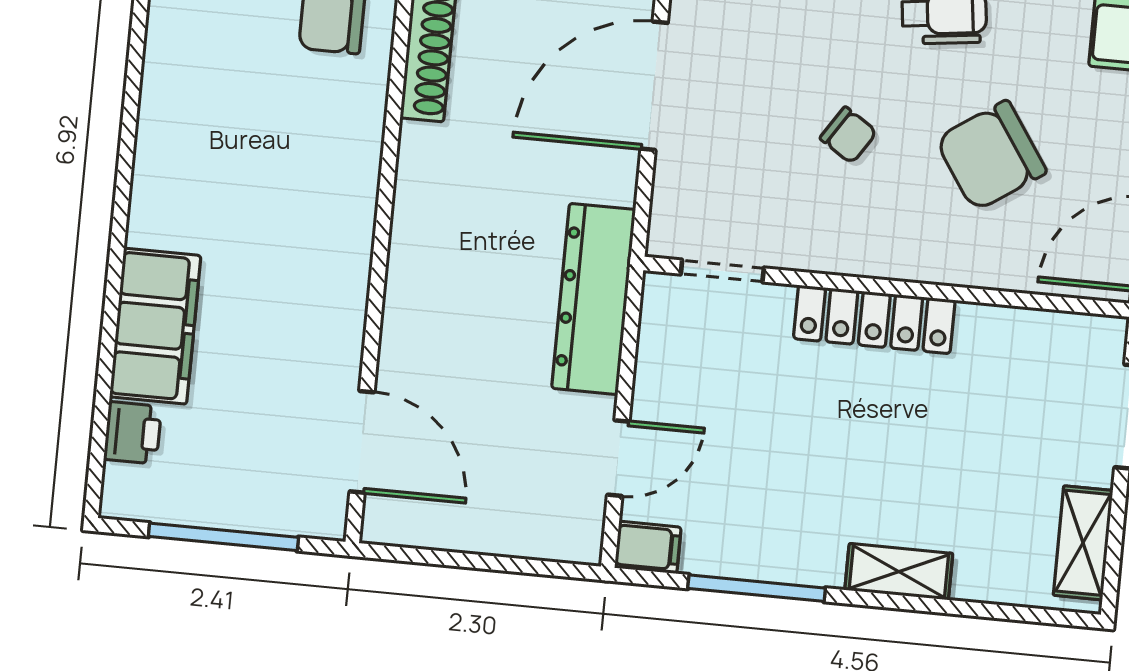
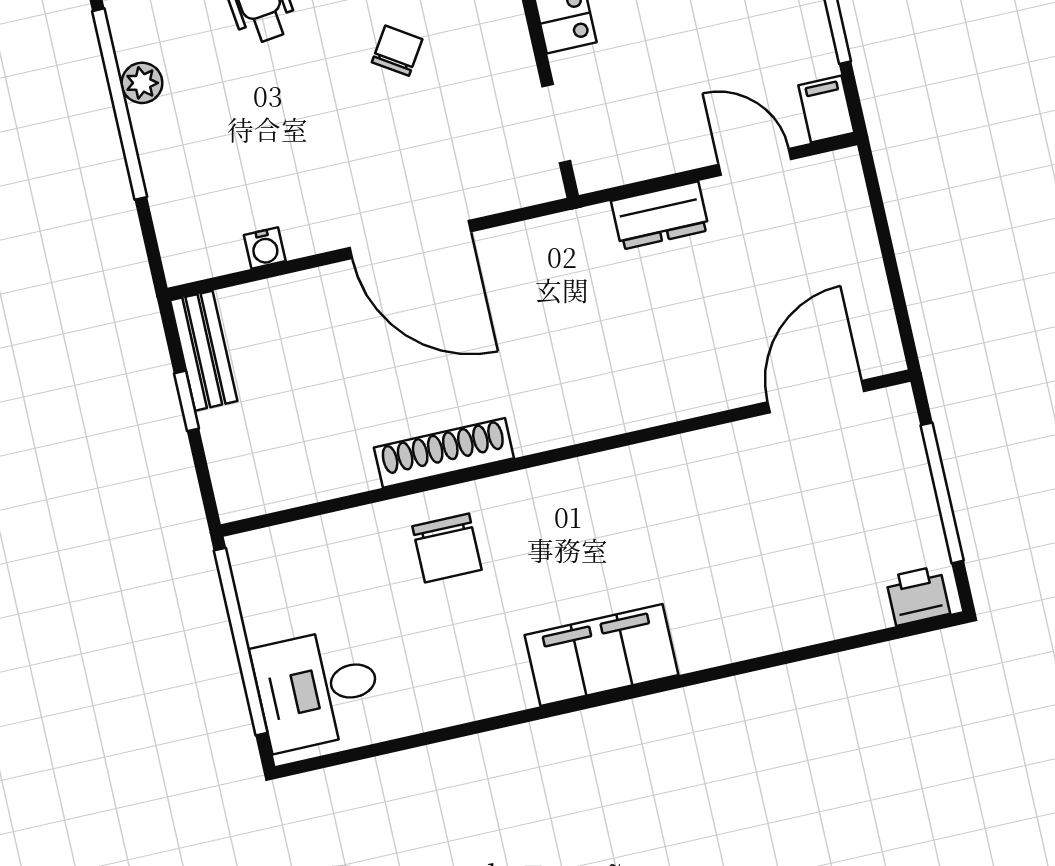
dresser: (594, 299) -> (660, 216), width x0.51, depth x0.80
filing cabinet: (155, 326) -> (602, 655), moved
printer: (133, 433) -> (918, 596), moved

